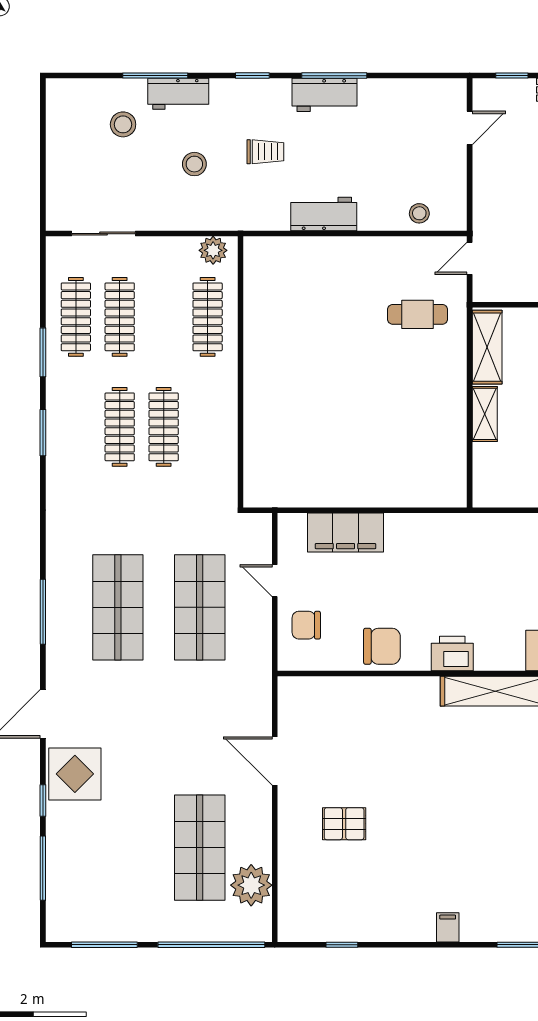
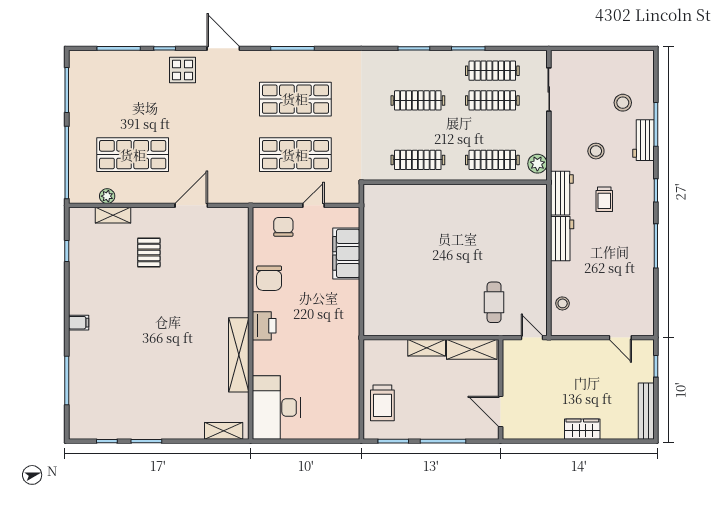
workbench: (324, 95) -> (562, 193), moved, turned 180
clothes rail: (164, 427) -> (418, 160), moved
display table: (75, 774) -> (183, 70), width x0.73, depth x0.73
shelving: (289, 877) -> (113, 215), added
plant: (251, 885) -> (107, 196), width x0.53, depth x0.53

